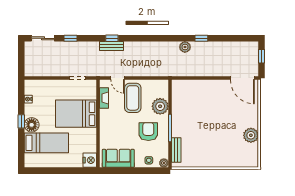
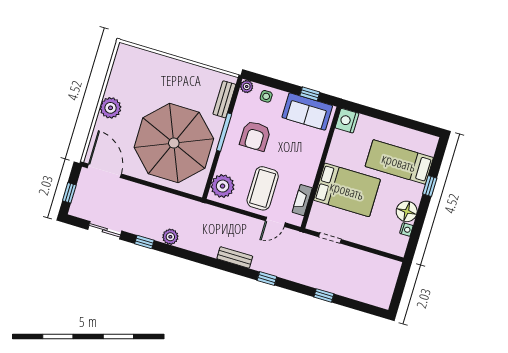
sliding door: (43, 38) -> (105, 230), moved
bench: (111, 46) -> (235, 257), moved
door: (118, 78) -> (275, 222), swing flipped
plant: (160, 106) -> (223, 186), moved
parasol: (201, 111) -> (174, 143), added
window: (21, 121) -> (430, 186), moved
floor lamp: (32, 125) -> (407, 211), moved
plant: (251, 135) -> (111, 108), moved
window: (120, 171) -> (310, 94), added

